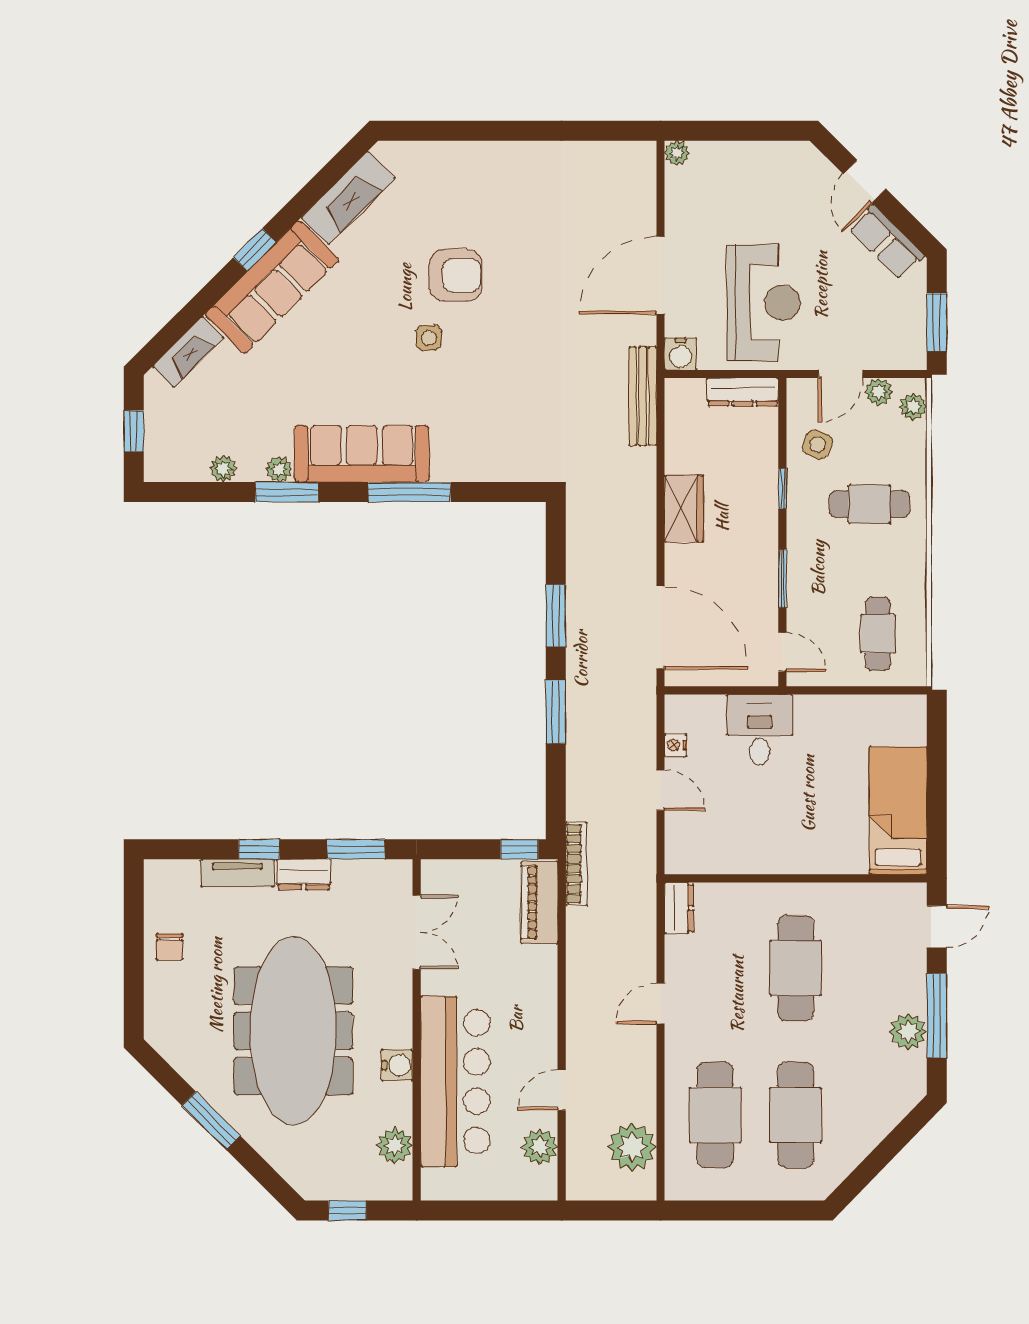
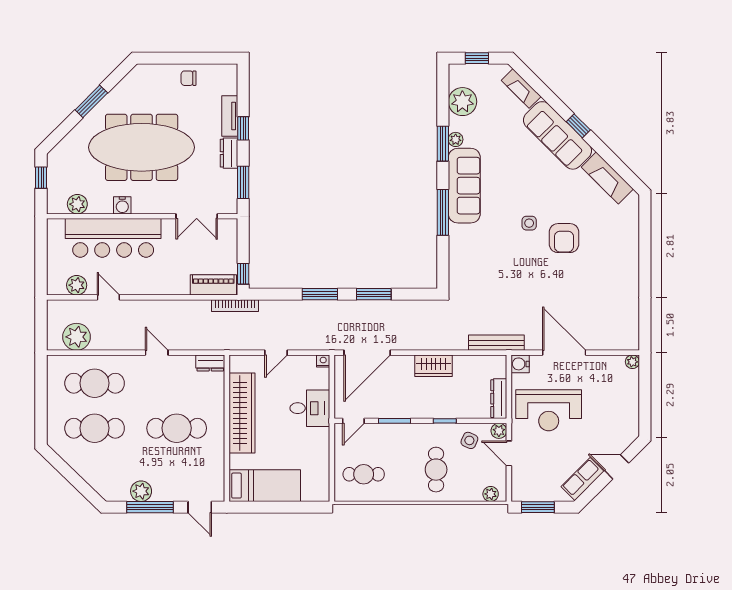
plant: (879, 392) -> (499, 431), moved
plant: (223, 469) -> (462, 102), width x1.88, depth x1.88
nightstand: (675, 745) -> (323, 361), moved
wardrobe: (768, 851) -> (242, 413), added

